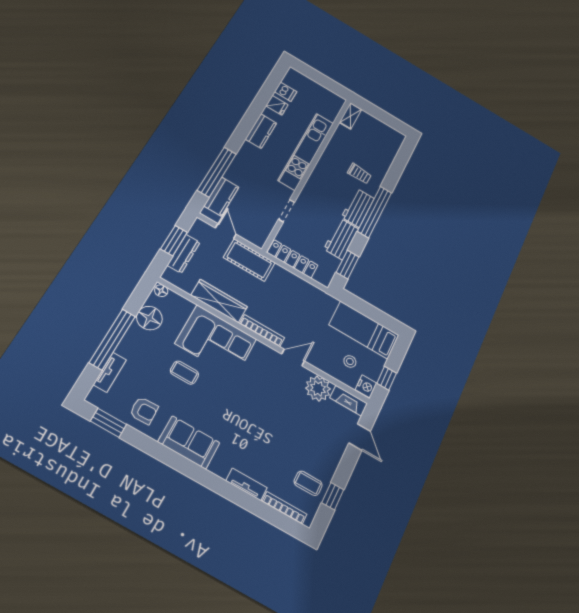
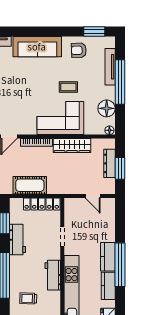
window: (217, 172) -> (120, 265), moved
kitchen counter: (221, 197) -> (108, 257), moved
workbench: (358, 208) -> (53, 275), moved, turned 180
cot: (249, 260) -> (30, 185), moved
tv unit: (110, 372) -> (110, 67), width x1.41
sofa: (189, 442) -> (37, 47), width x1.36

